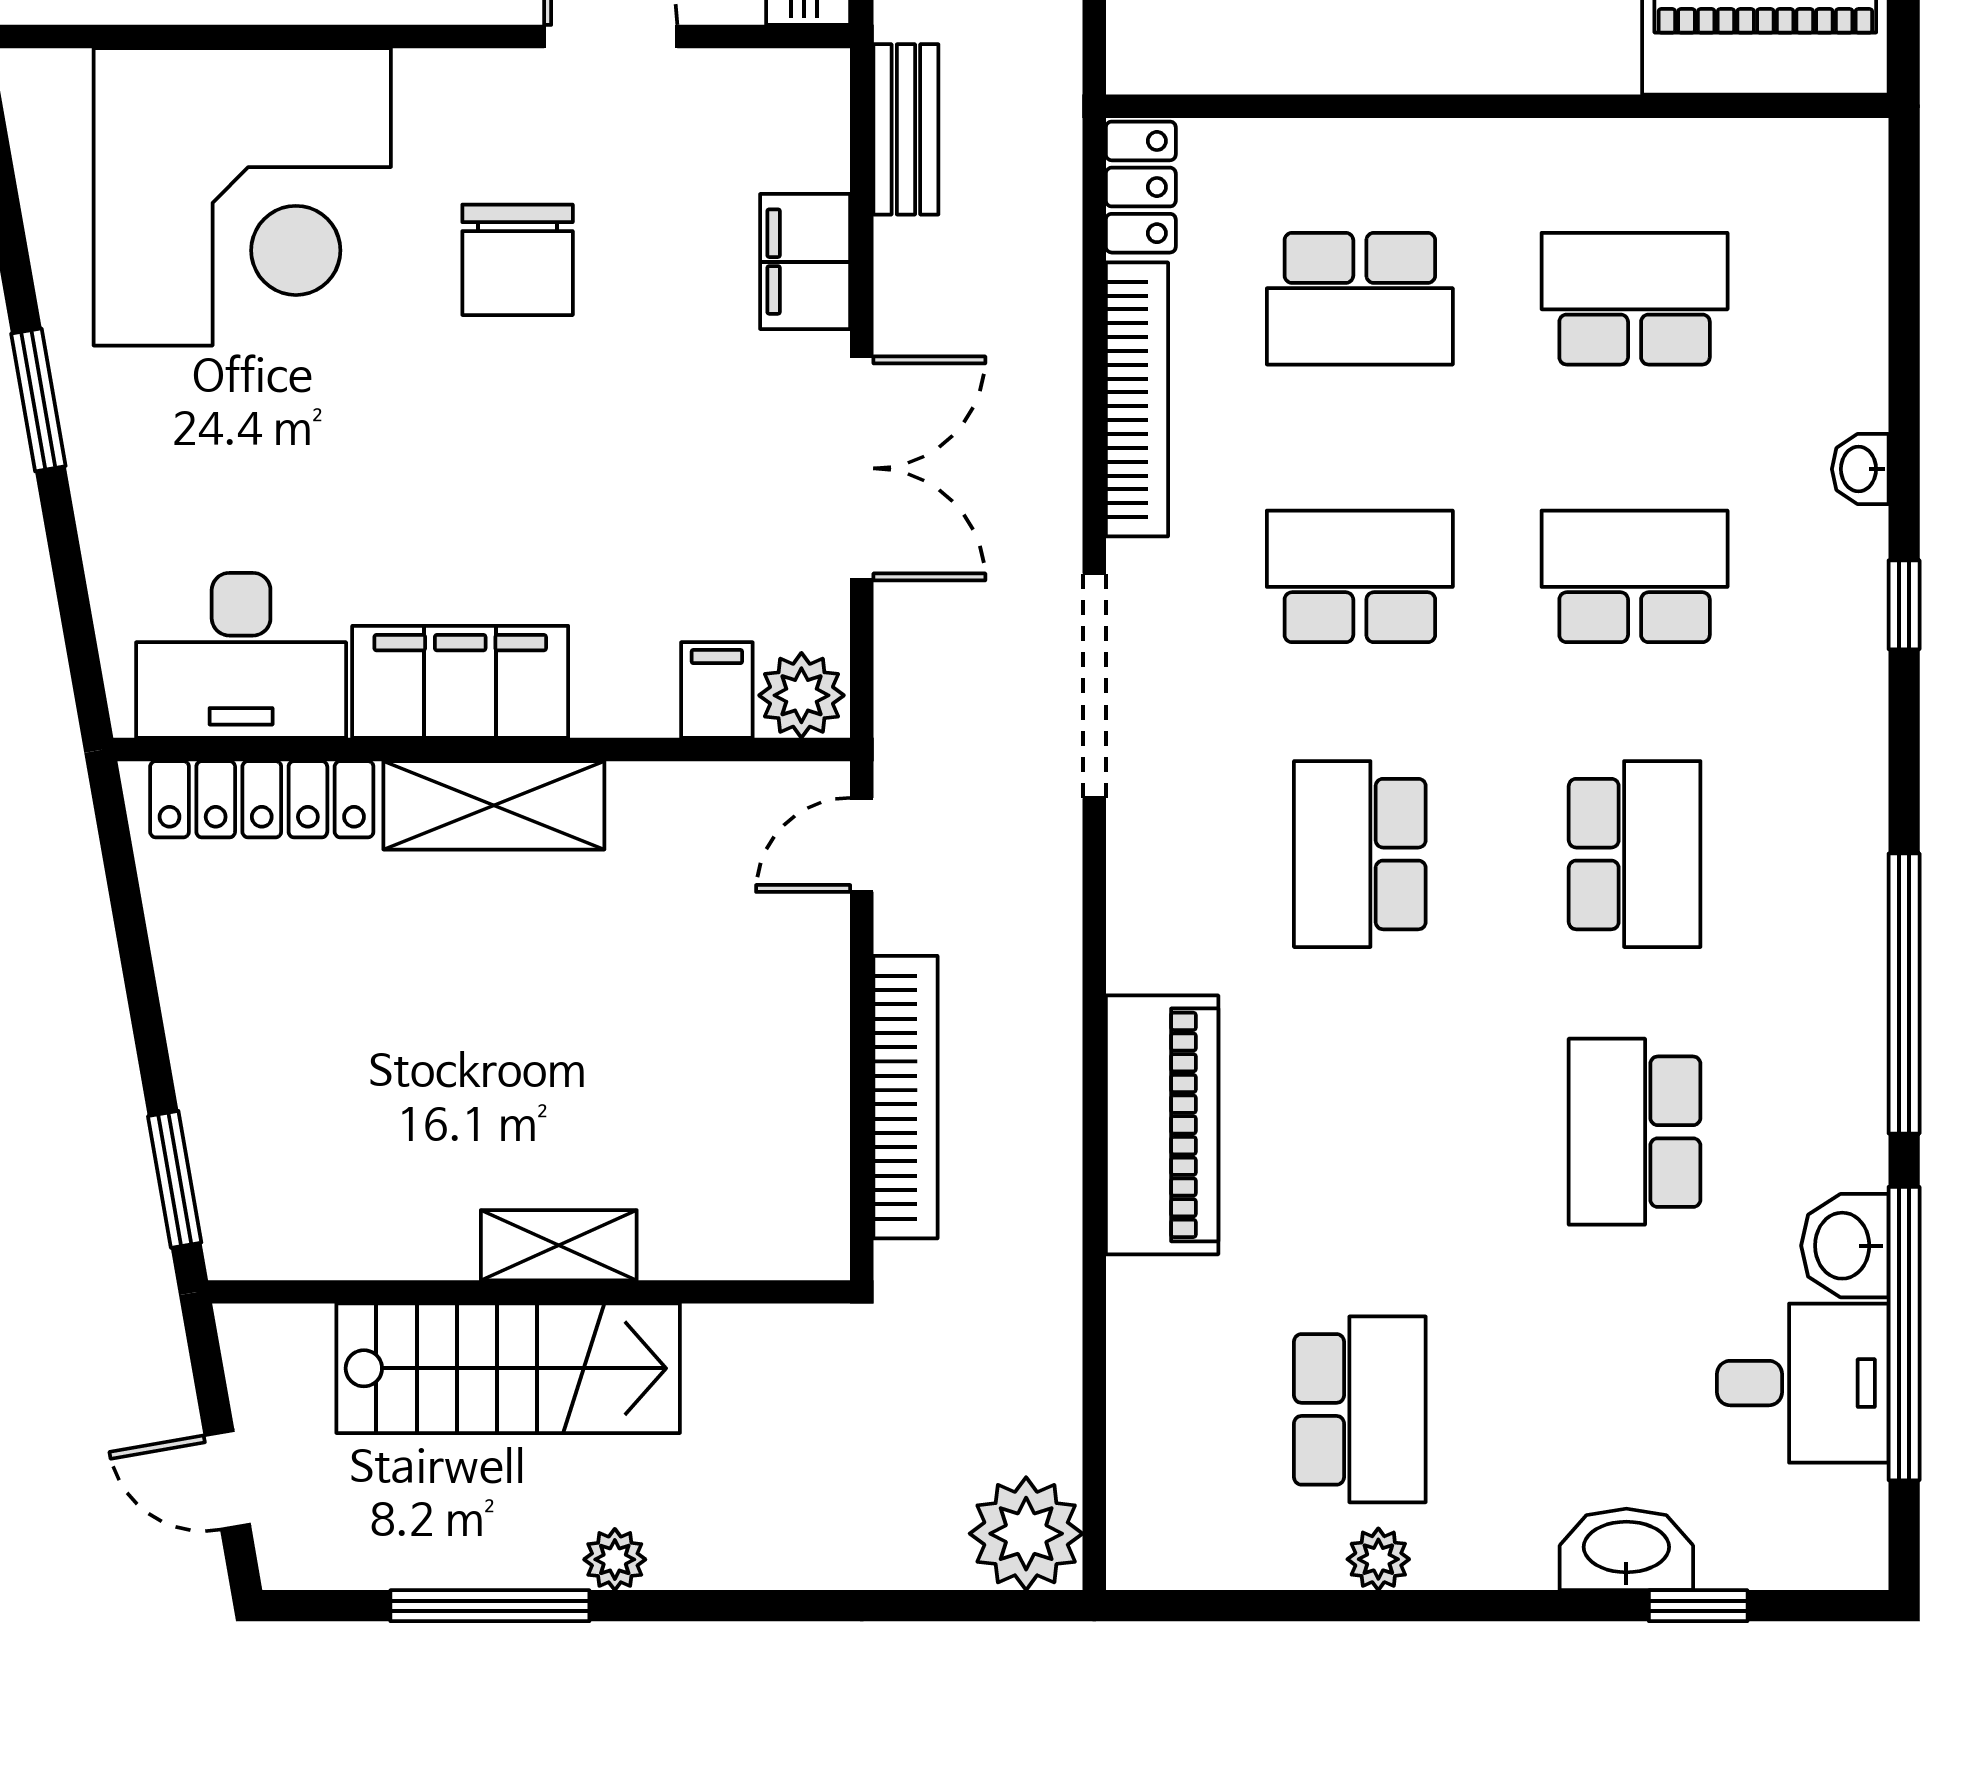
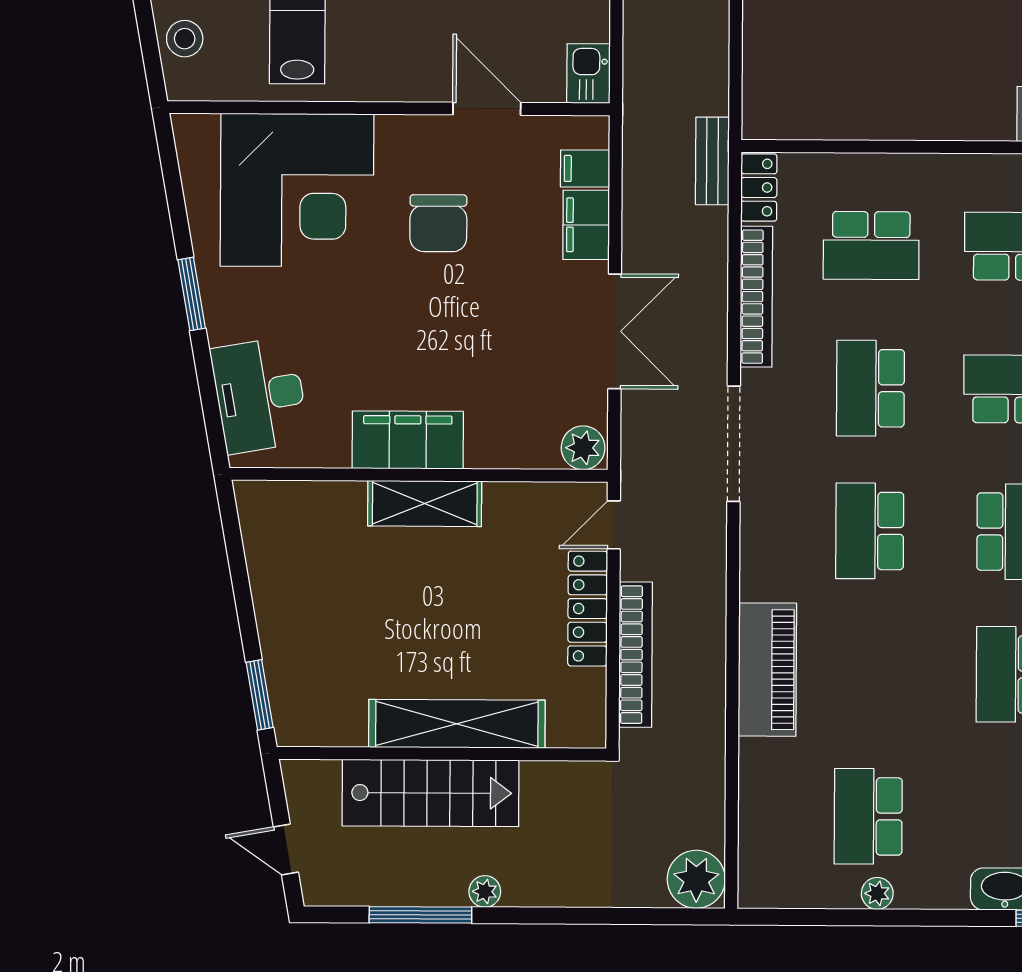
bench: (906, 129) -> (712, 161), moved
school desk: (1360, 576) -> (870, 388), turned -90
desk: (241, 655) -> (260, 395), moved, turned 80
filing cabinet: (717, 690) -> (585, 169), moved, turned -90
locker: (262, 799) -> (588, 609), moved, turned 90
shelving: (559, 1245) -> (457, 724), width x2.20, depth x1.33
school desk: (1360, 1409) -> (868, 816), turned 180

